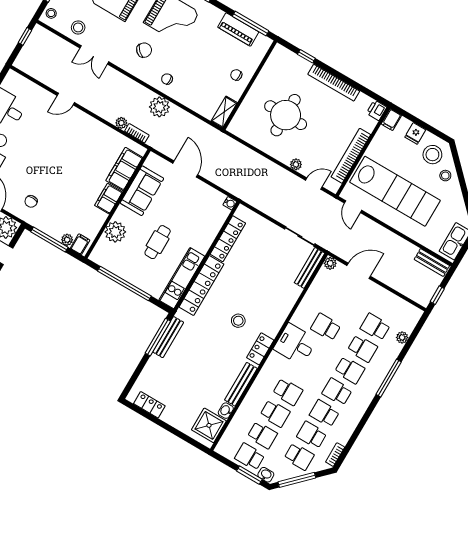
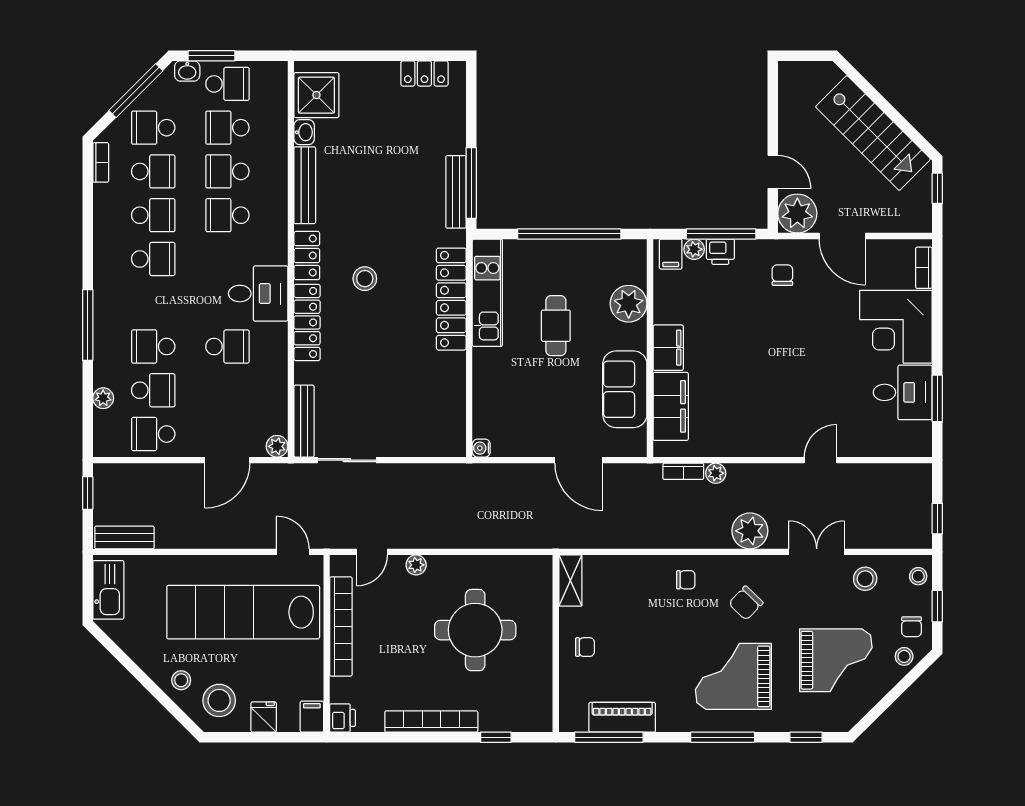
plant: (159, 107) -> (750, 531), moved
printer: (55, 231) -> (720, 252), added
locker: (228, 239) -> (307, 322), moved, turned 180
school desk: (350, 370) -> (153, 434), moved

